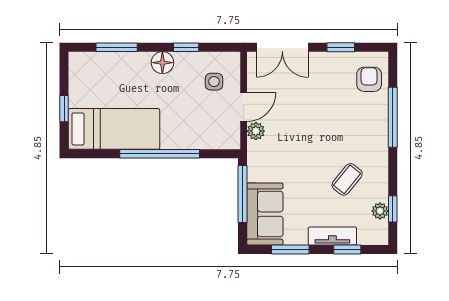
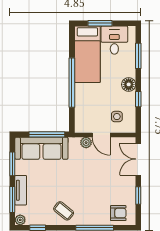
desk: (91, 86) -> (114, 40), added
window: (64, 109) -> (100, 23), width x1.50
coffee table: (347, 179) -> (64, 211), moved
plant: (380, 211) -> (20, 220), moved
sofa: (265, 214) -> (41, 148), width x1.36
window: (347, 250) -> (12, 199), width x1.50

